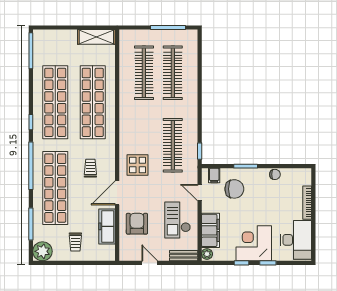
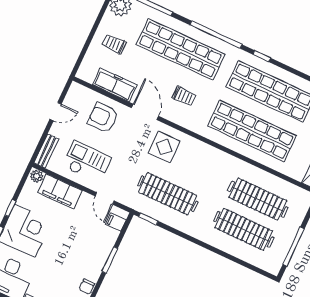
chair: (234, 189) -> (91, 237), removed
door: (200, 193) -> (105, 199), swing flipped
armchair: (137, 224) -> (103, 118), turned 180

